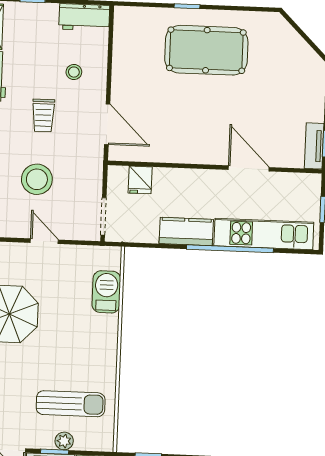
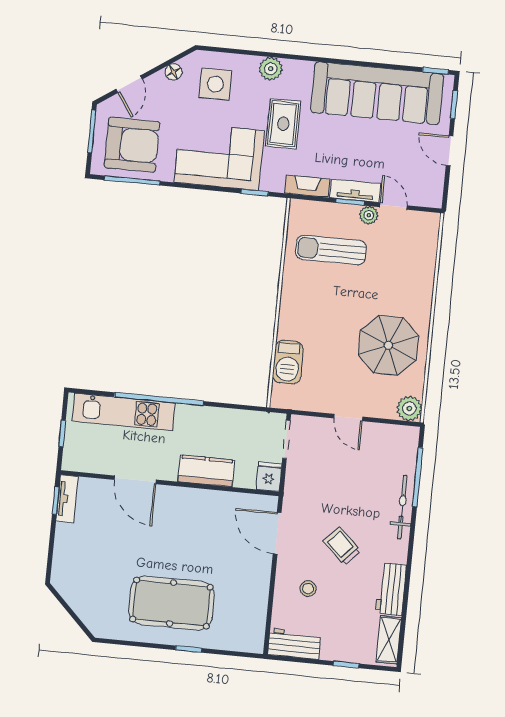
trolley: (43, 115) -> (342, 546), turned -47
stool: (37, 179) -> (352, 481), removed
fridge: (140, 180) -> (269, 477), moved
kitchen counter: (186, 231) -> (206, 471), moved, turned 180
plant: (64, 441) -> (369, 215), moved

